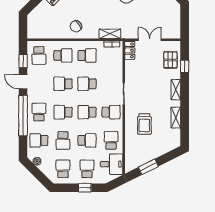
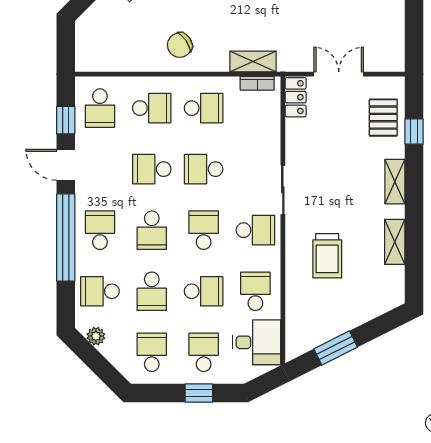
school desk: (63, 112) -> (152, 230), turned -90
school desk: (87, 112) -> (204, 230), turned 90

